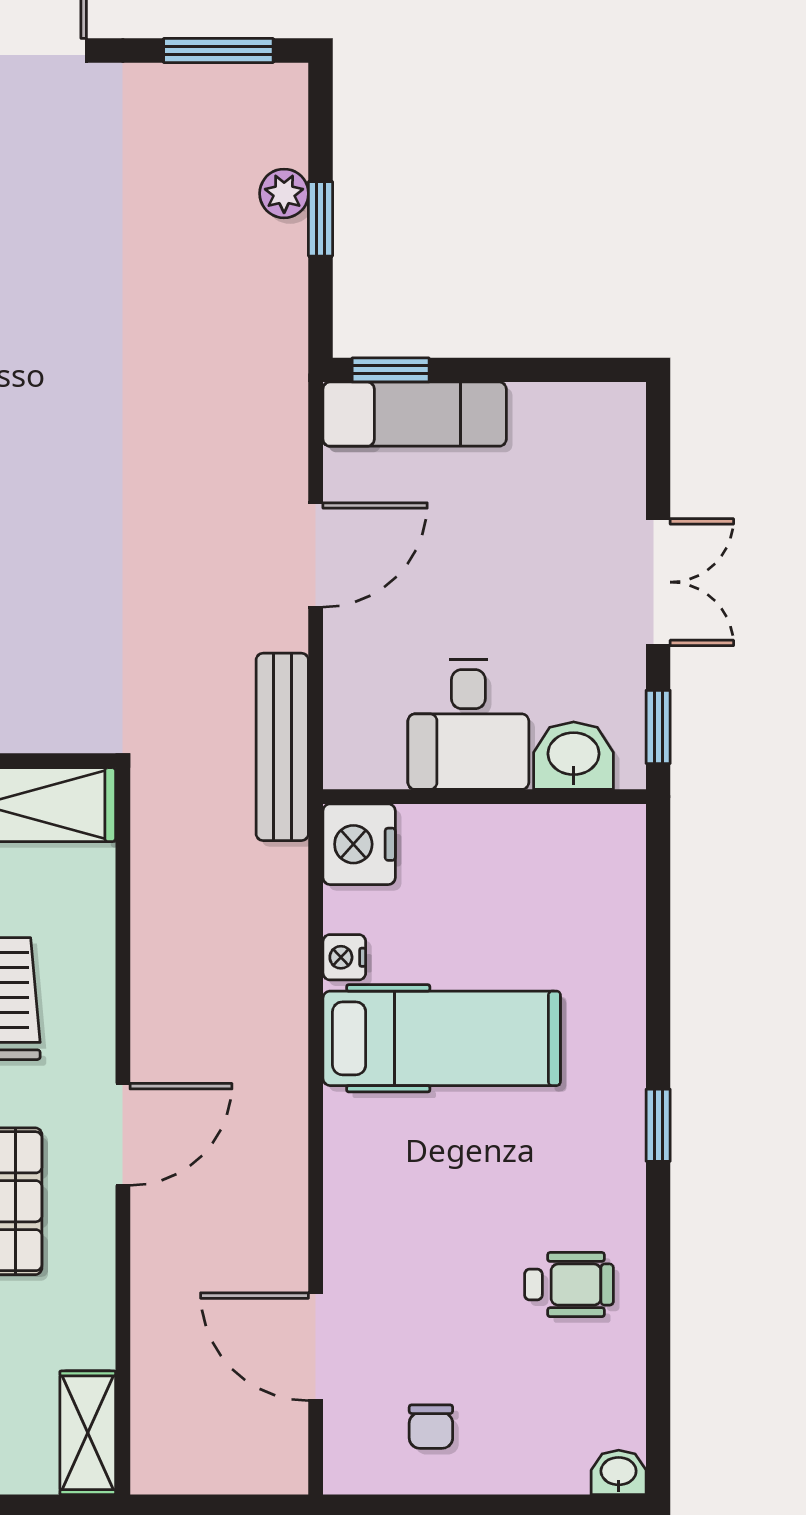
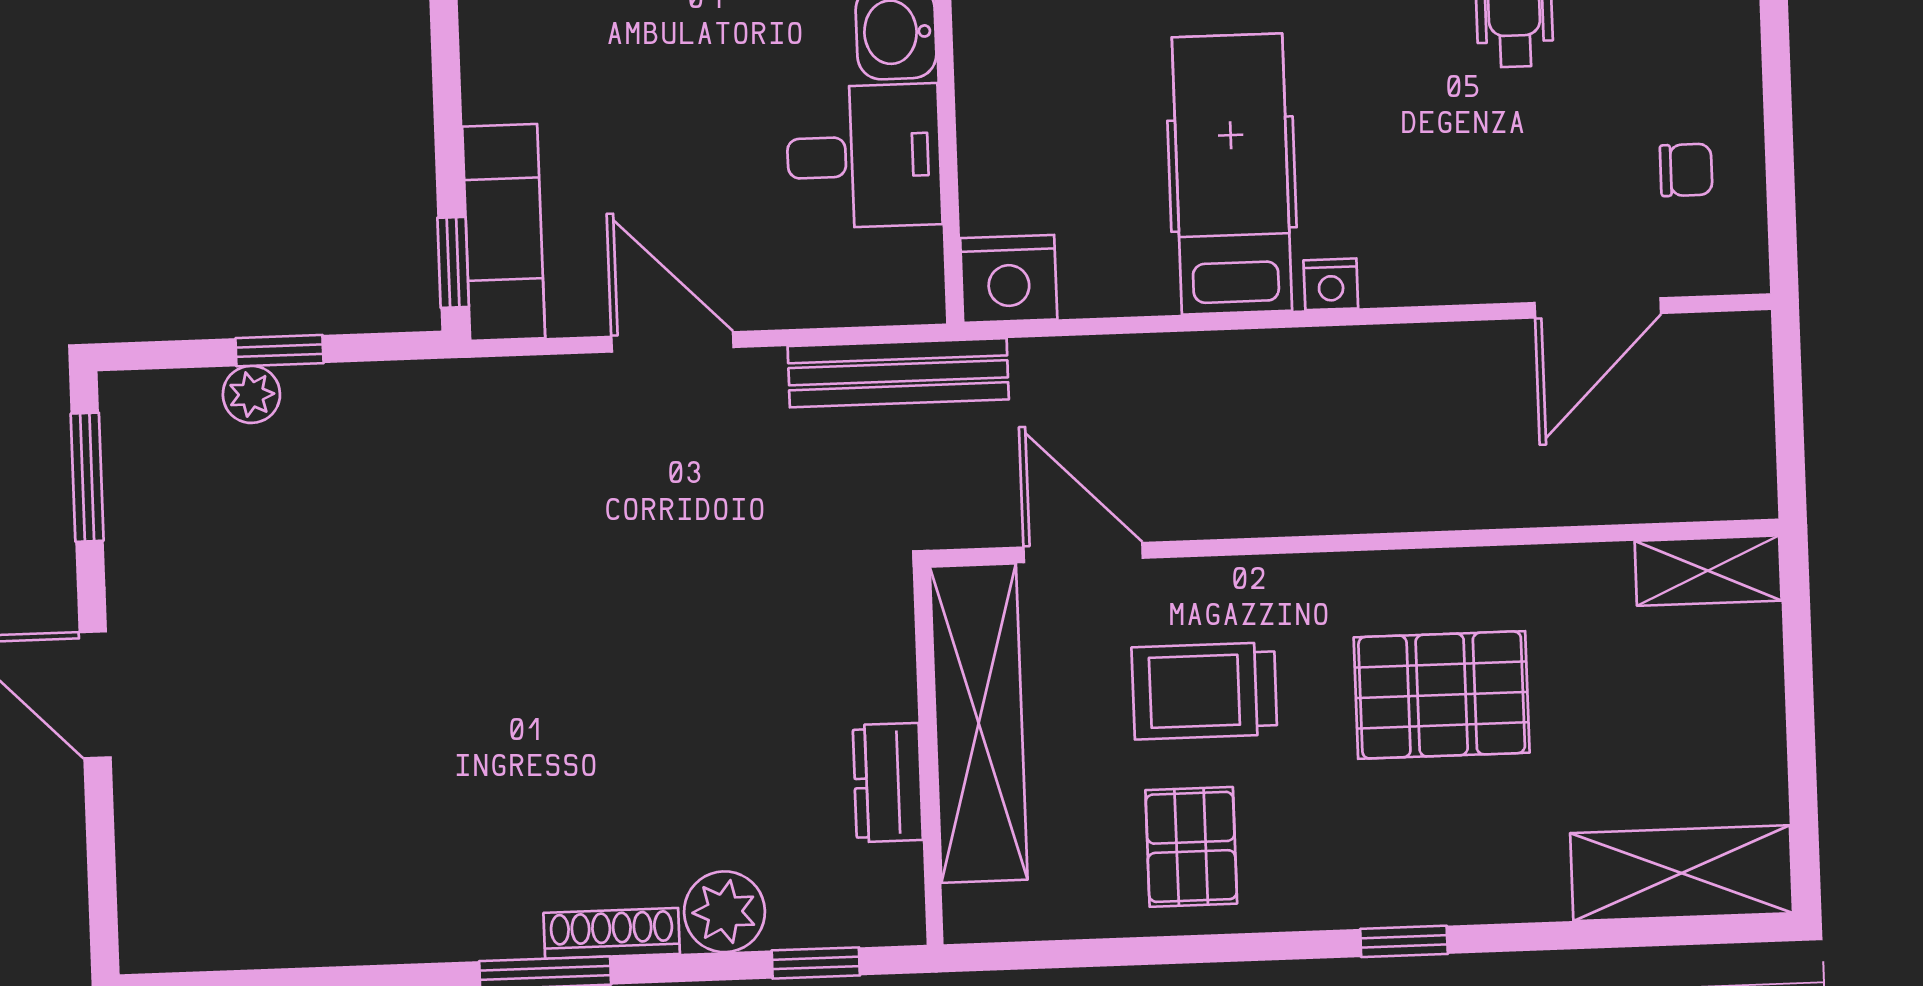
nightstand: (344, 957) -> (1331, 284), moved
door: (123, 1134) -> (1083, 553), moved

